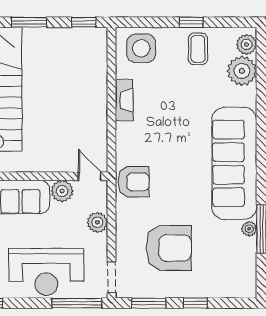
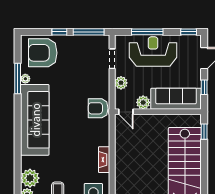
armchair: (169, 248) -> (43, 53), moved
doorway: (111, 277) -> (112, 59), moved
window: (77, 303) -> (147, 32), moved
window: (149, 303) -> (89, 32), width x1.44

